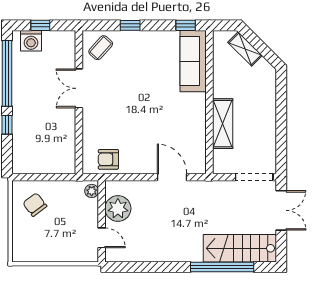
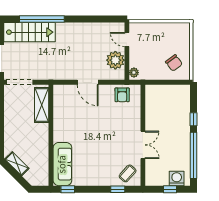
window: (130, 25) -> (118, 189), moved
shelving: (245, 49) -> (17, 164), moved
shelving: (223, 124) -> (42, 105), moved
armchair: (108, 159) -> (122, 95), turned 90
door: (172, 177) -> (88, 82), moved

